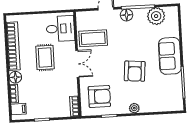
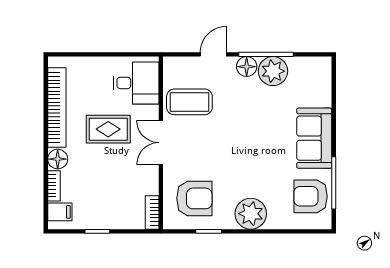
plant: (156, 16) -> (273, 71), moved
rug: (45, 58) -> (108, 129), turned 90
double door: (77, 64) -> (161, 143), swing flipped
armchair: (135, 71) -> (311, 196), moved, turned 85
plant: (134, 108) -> (251, 214), width x1.88, depth x1.88

